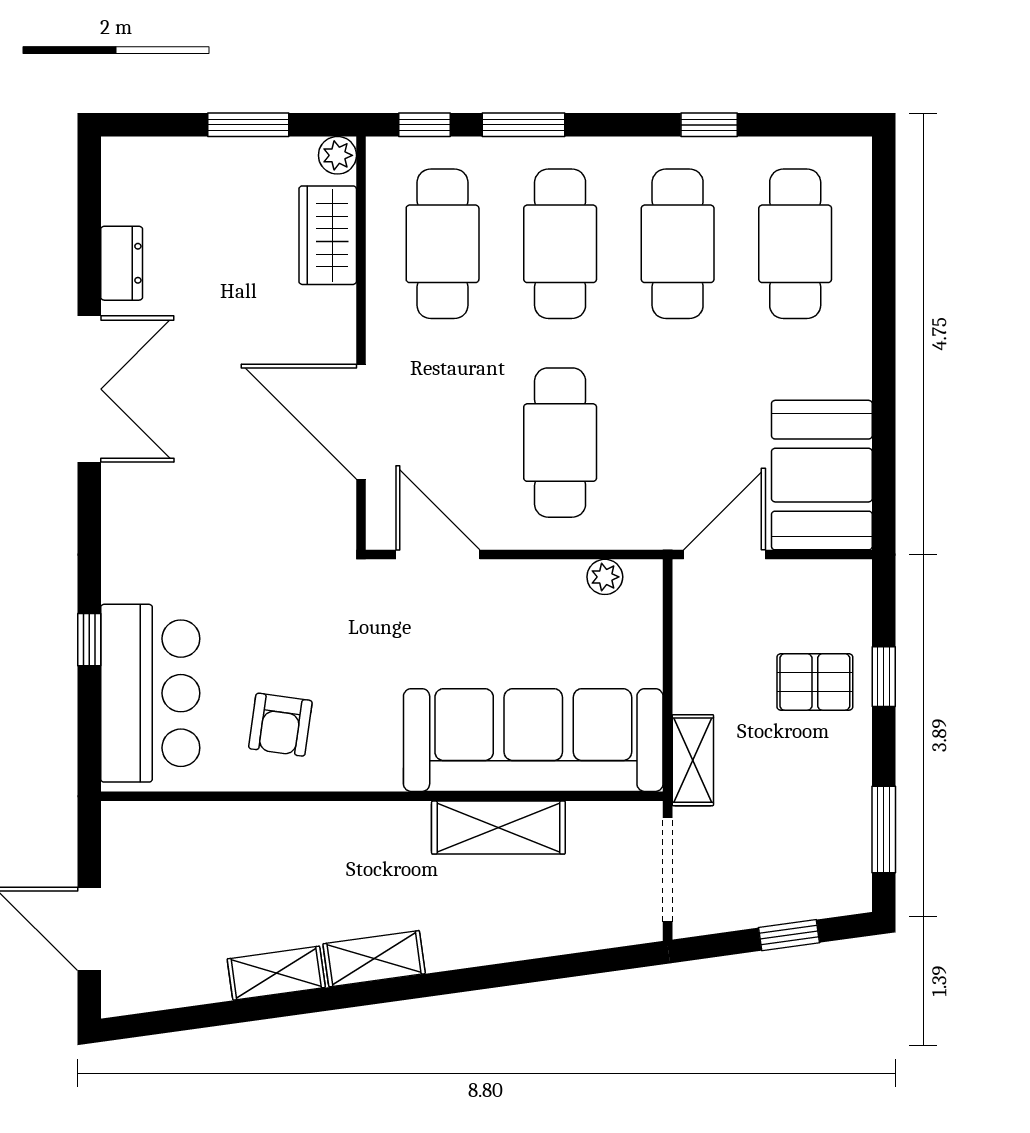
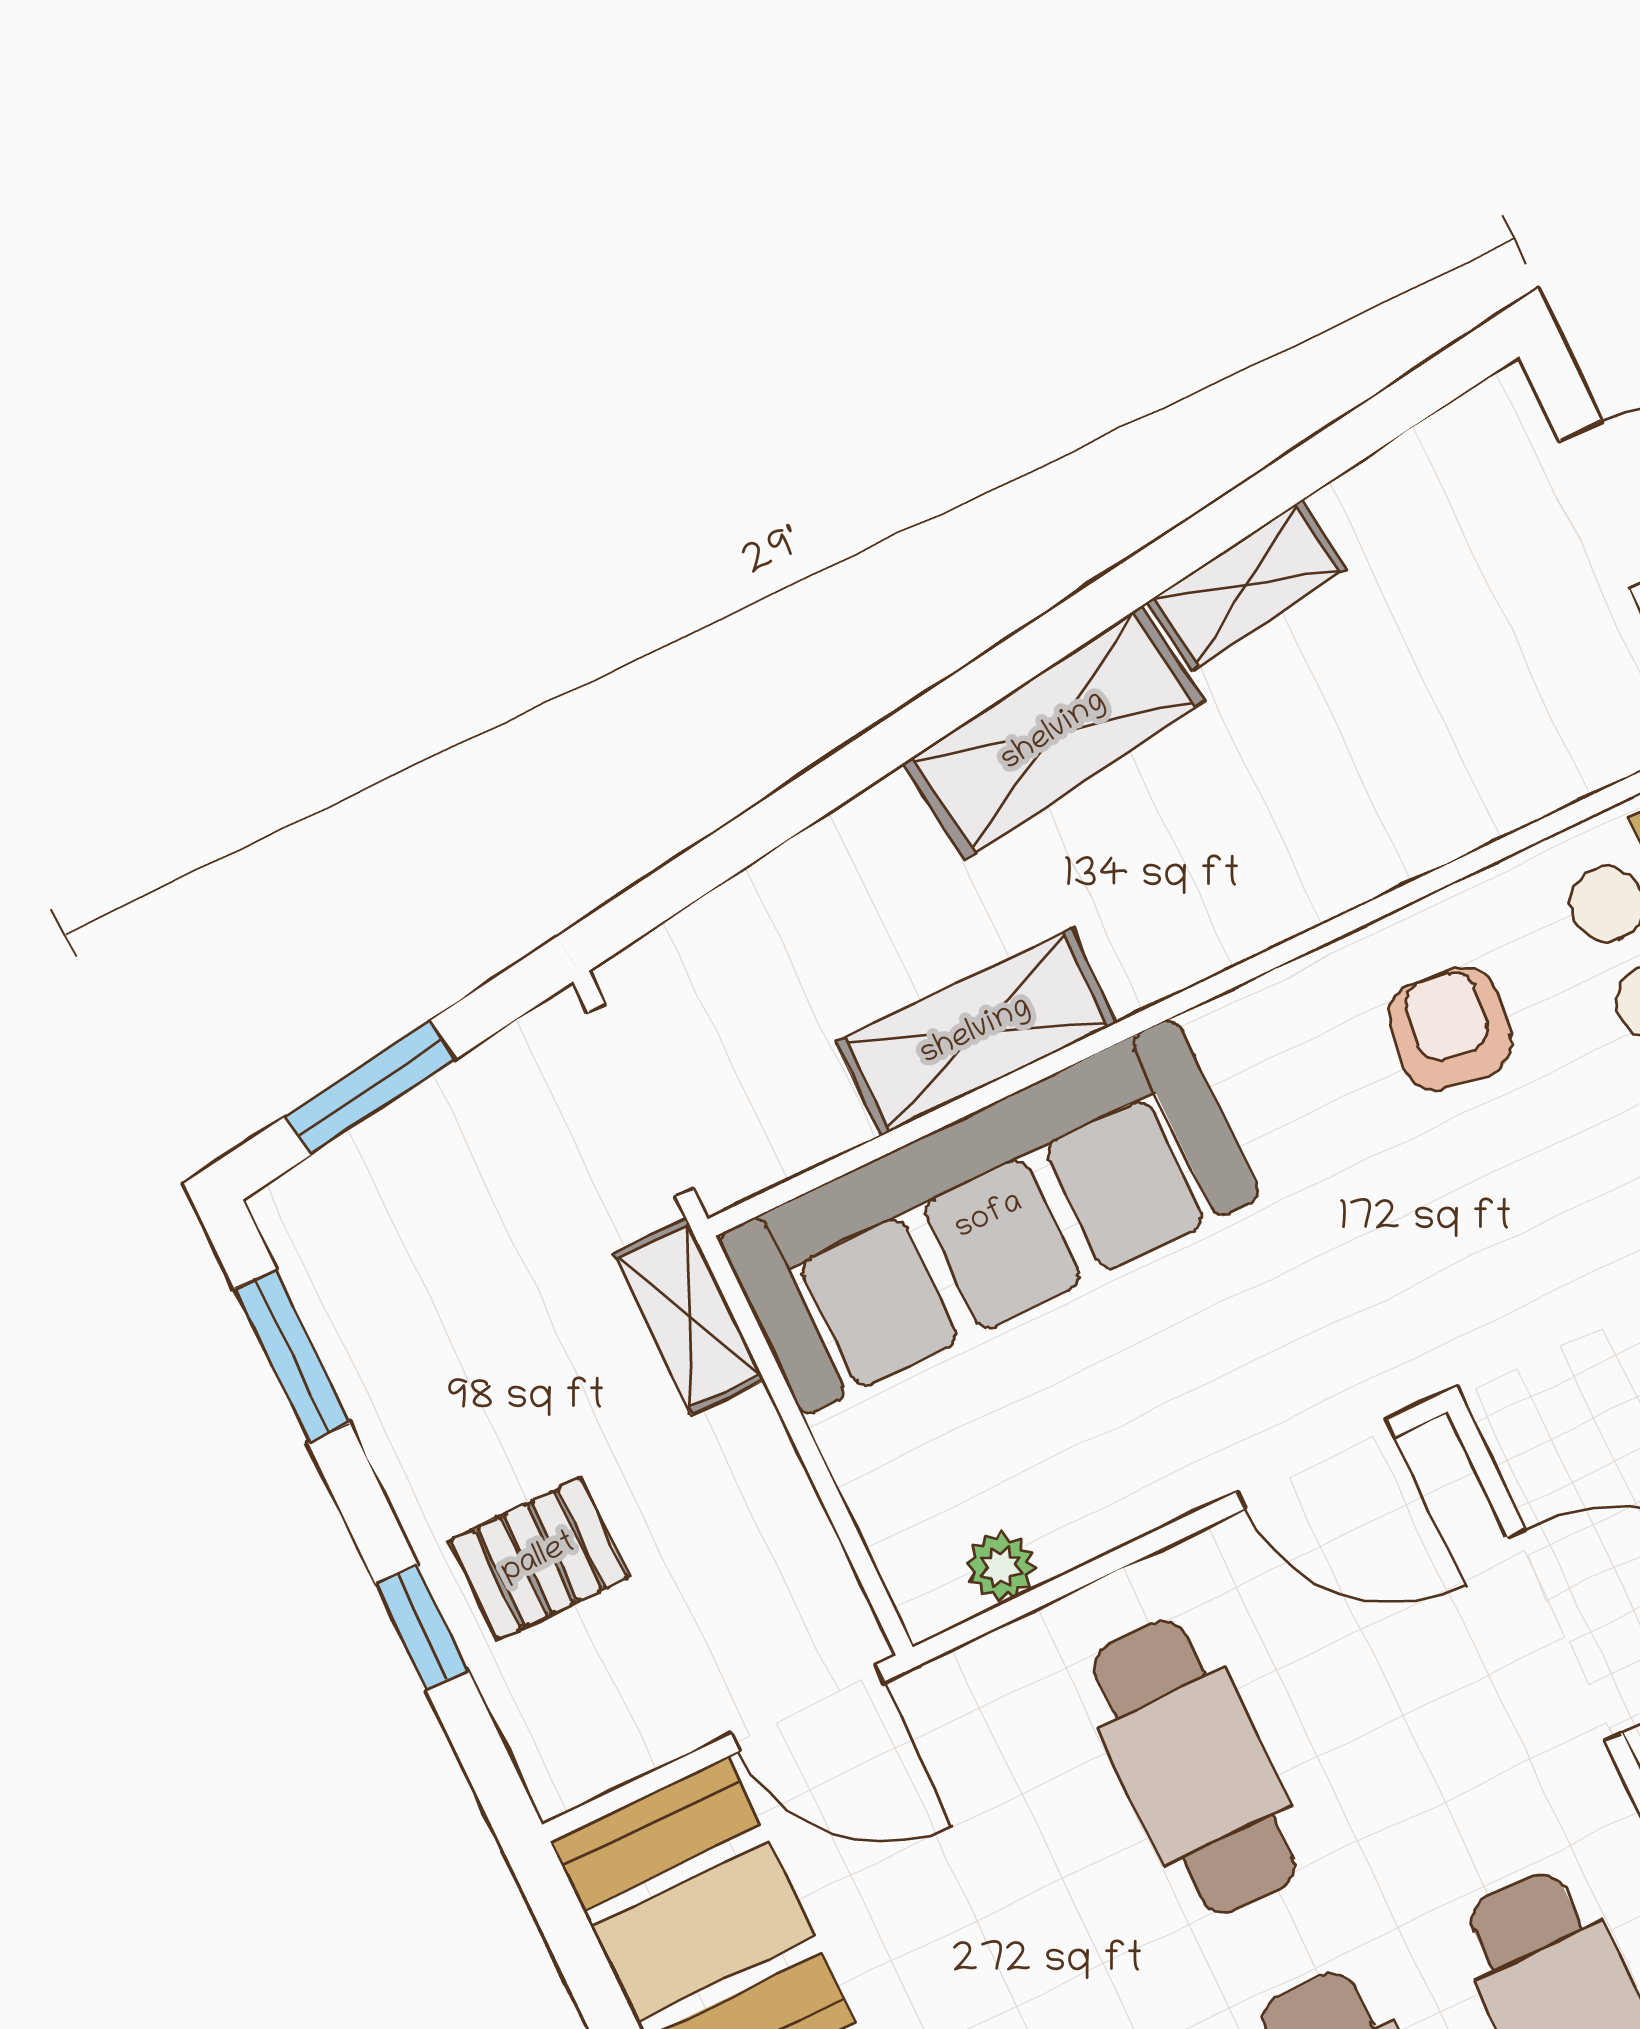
door: (725, 555) -> (808, 1708), hinge flipped
window: (789, 935) -> (370, 1088), width x1.50
shelving: (374, 959) -> (1054, 732), width x1.50, depth x1.33

